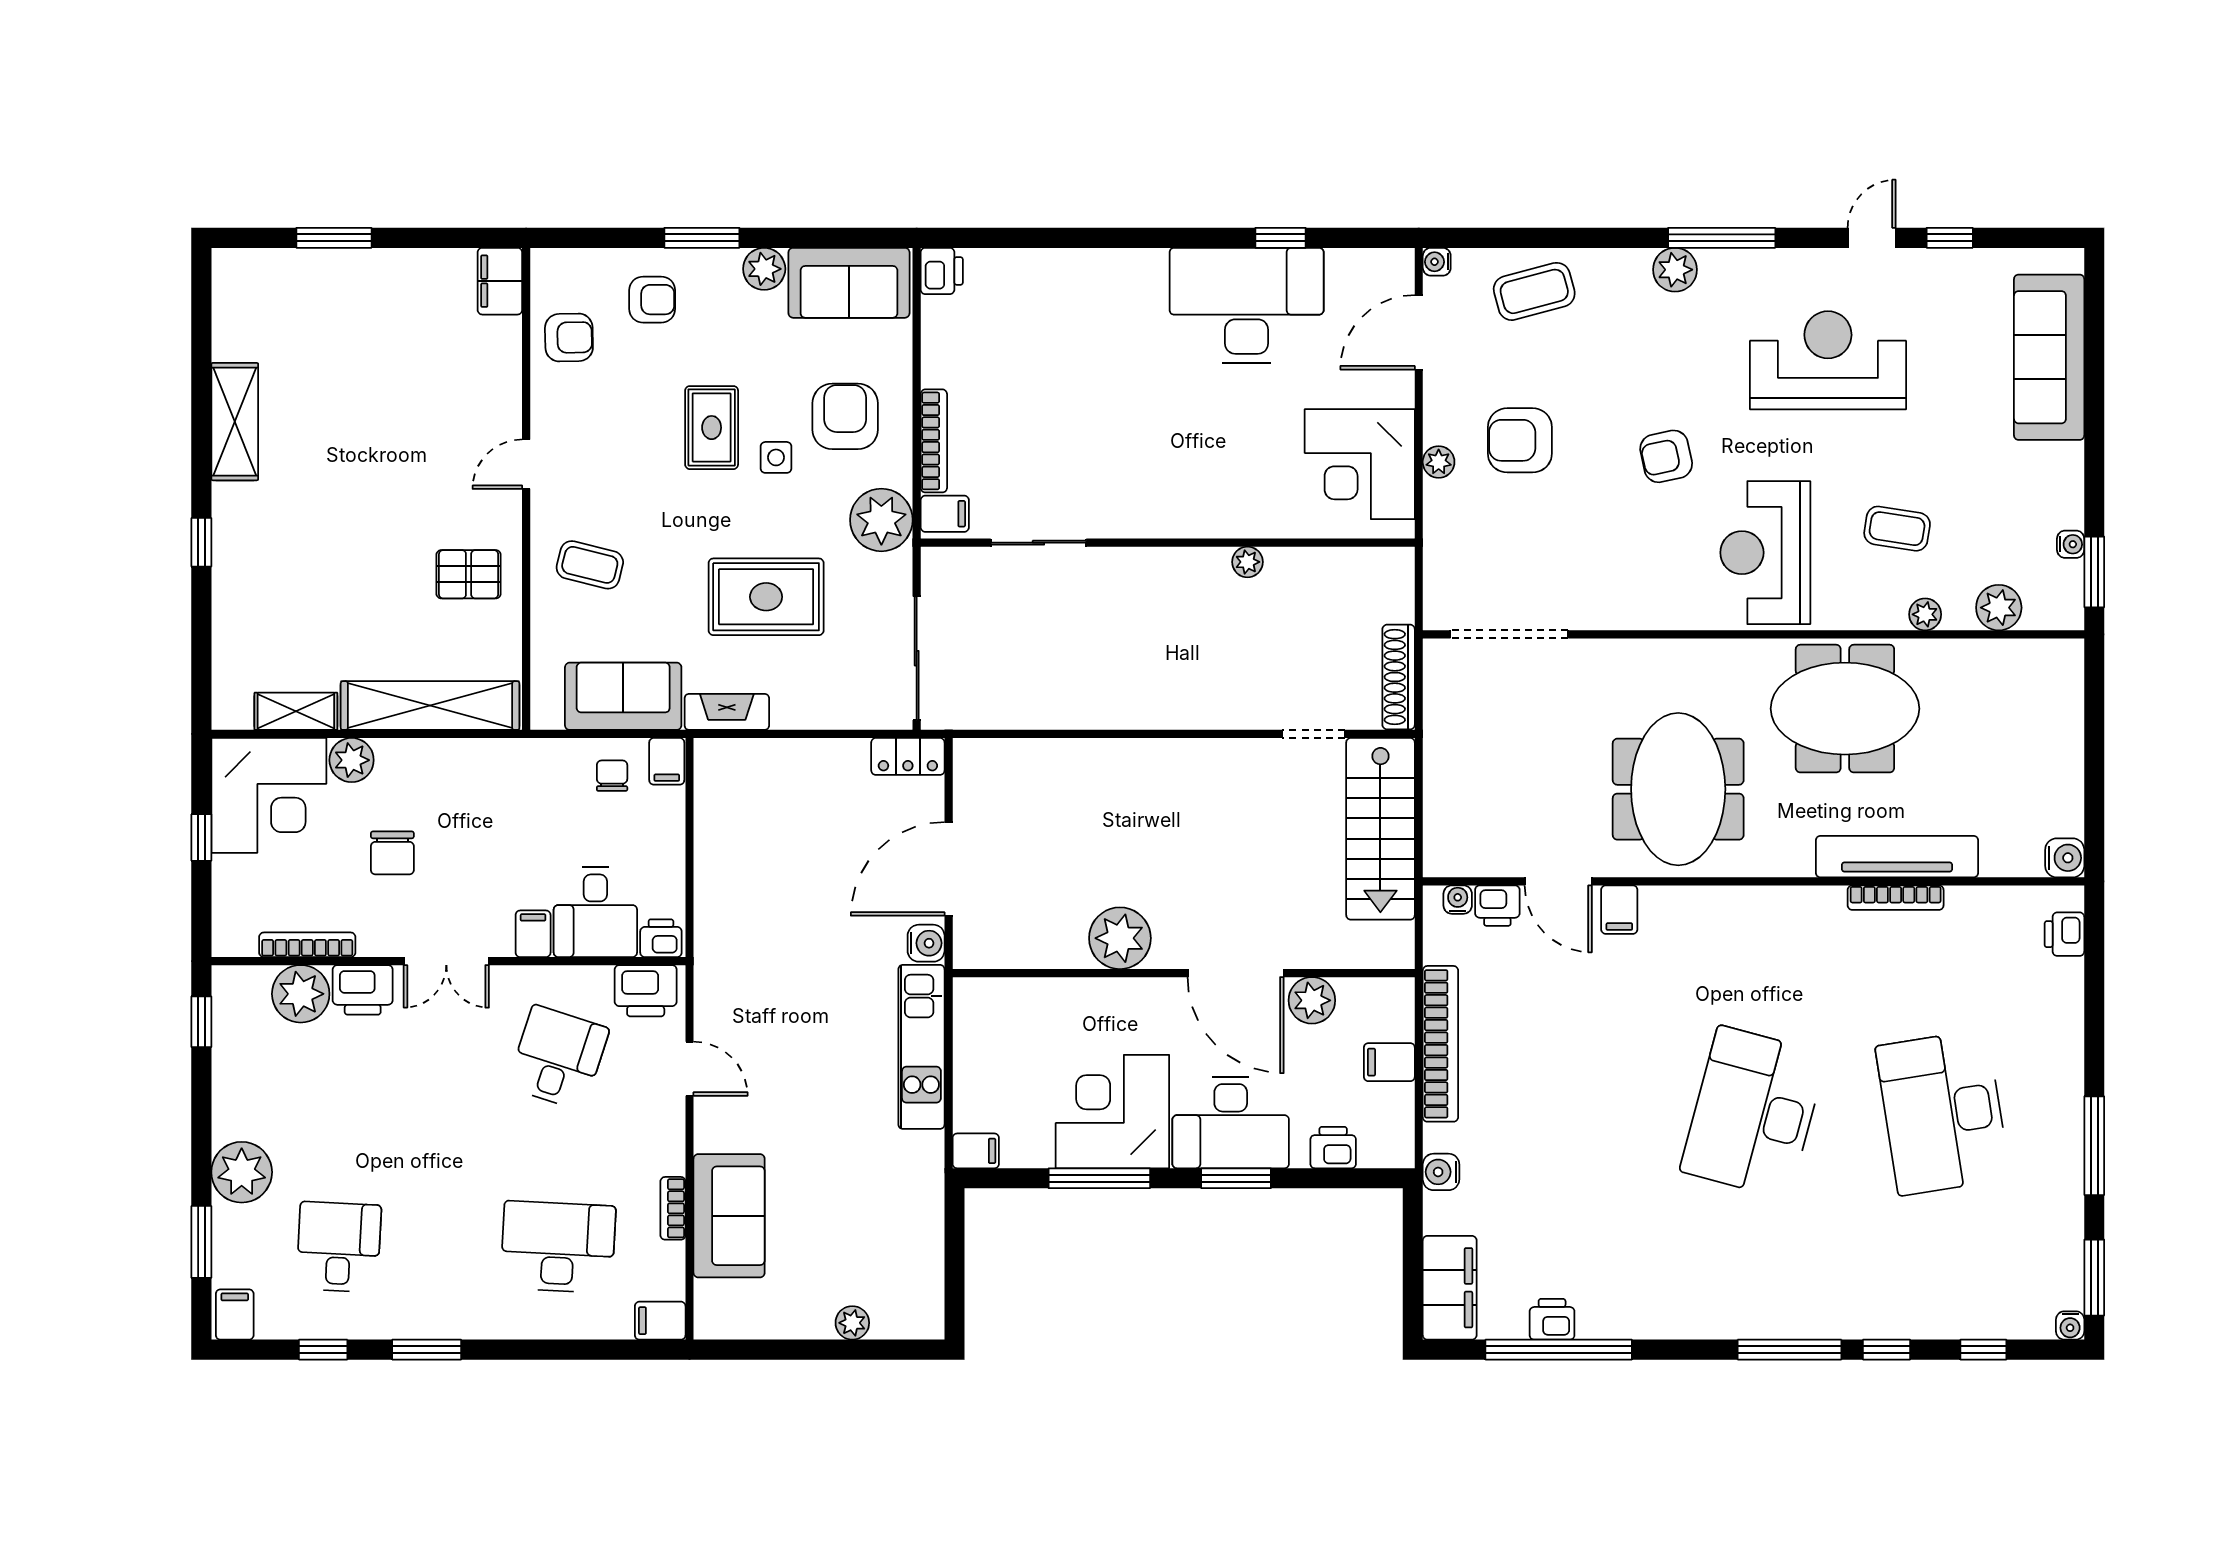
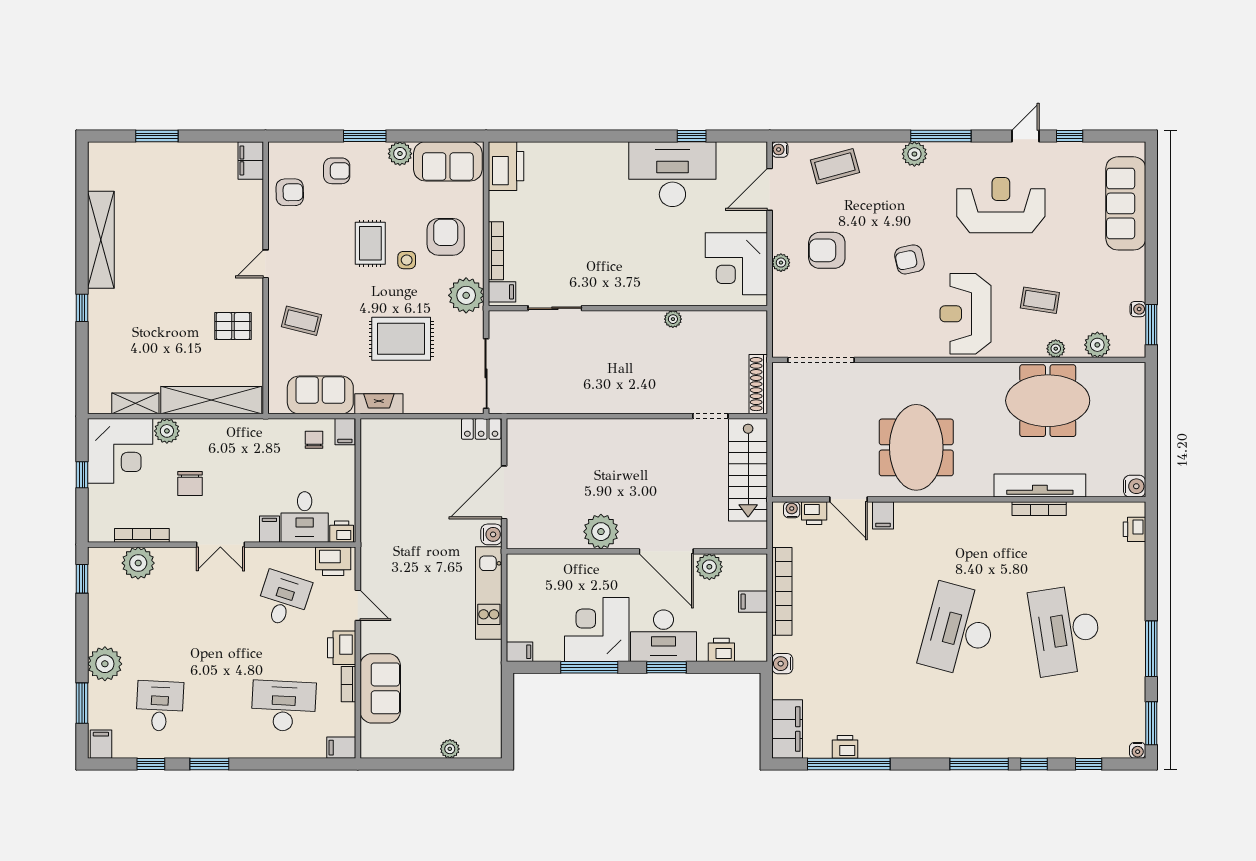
printer: (942, 271) -> (506, 166), width x1.87, depth x1.48
shelving: (235, 422) -> (101, 240), width x1.47
meeting table: (1845, 709) -> (1048, 401), moved
printer: (363, 990) -> (342, 648), moved, turned 90

